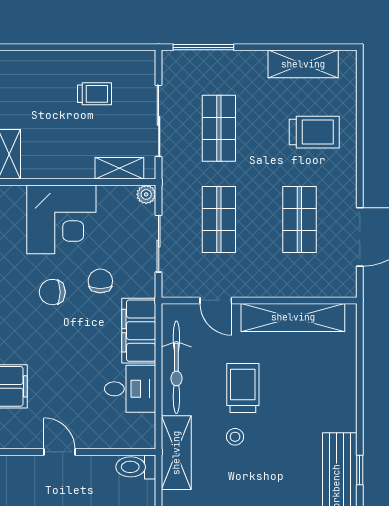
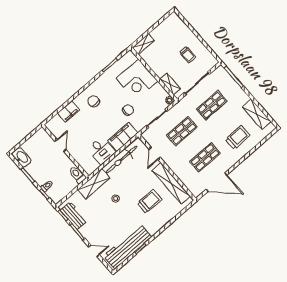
trolley: (314, 132) -> (238, 137), turned -91
chair: (52, 292) -> (94, 101), moved
trolley: (243, 388) -> (150, 201), moved

